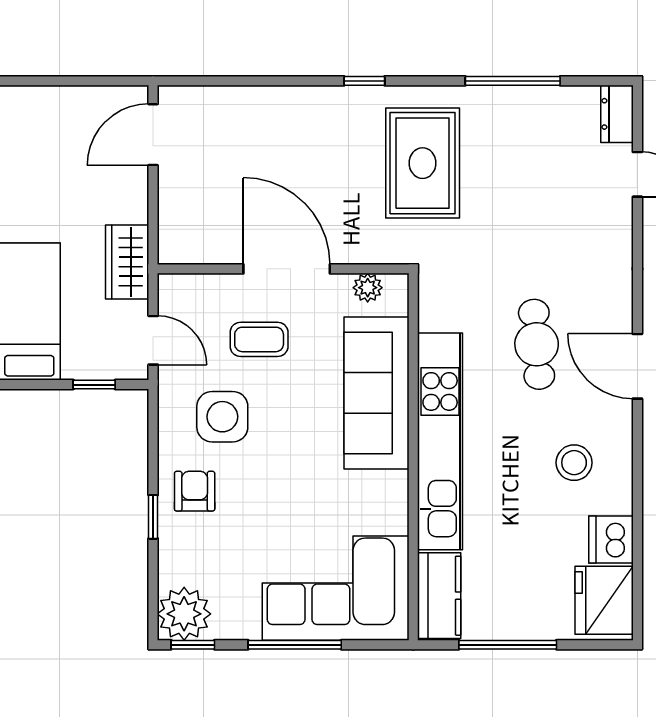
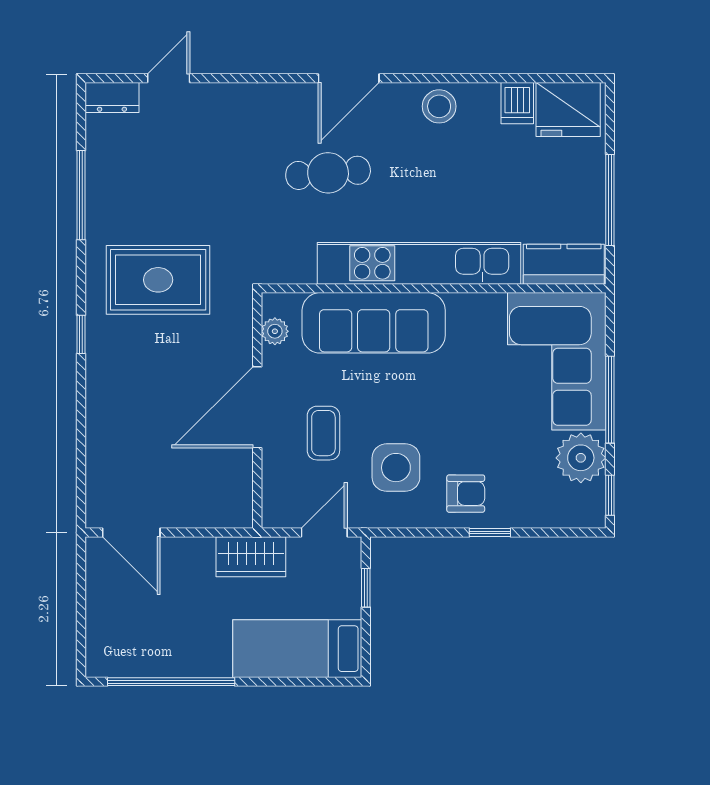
stool: (574, 463) -> (439, 106), moved
armchair: (195, 491) -> (466, 494), turned 180
dishwasher: (611, 540) -> (517, 103), width x0.73
plant: (184, 614) -> (581, 458), moved

